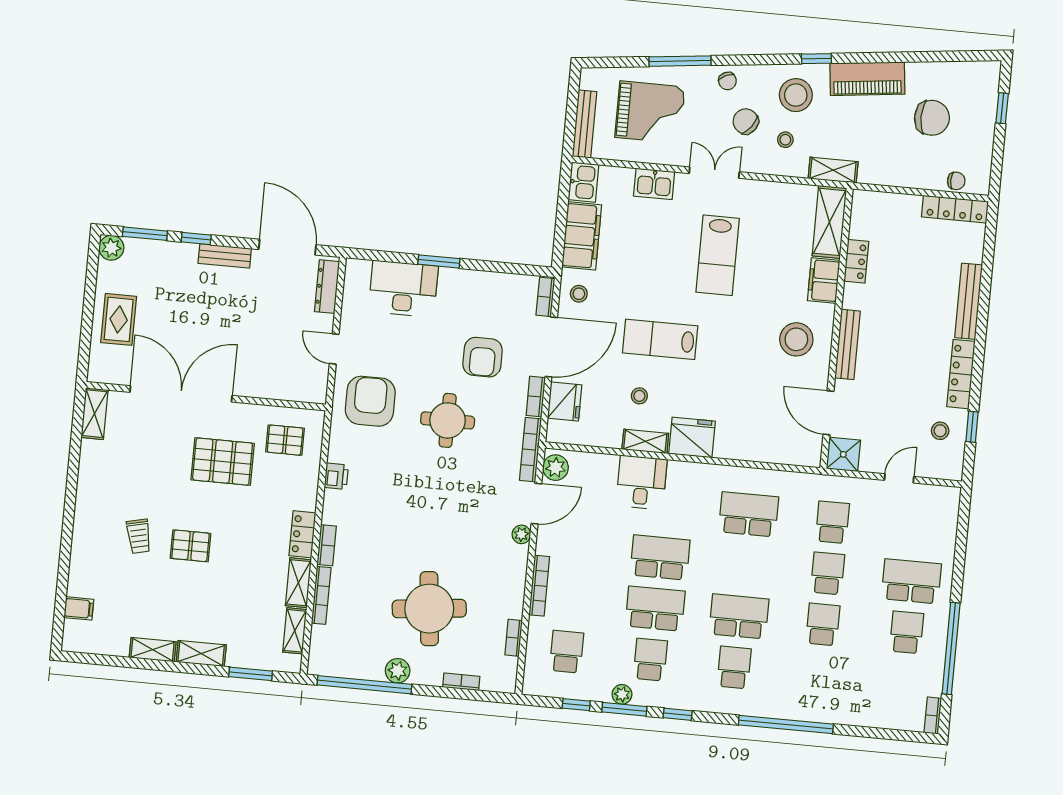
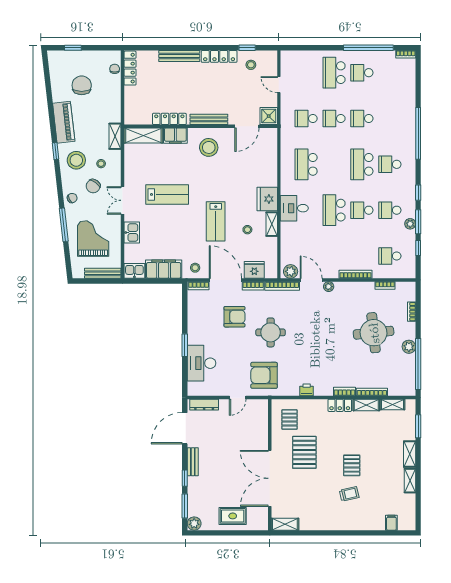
locker: (856, 261) -> (169, 119), width x1.53
desk: (641, 483) -> (294, 208), moved
school desk: (655, 609) -> (362, 210), width x0.54

